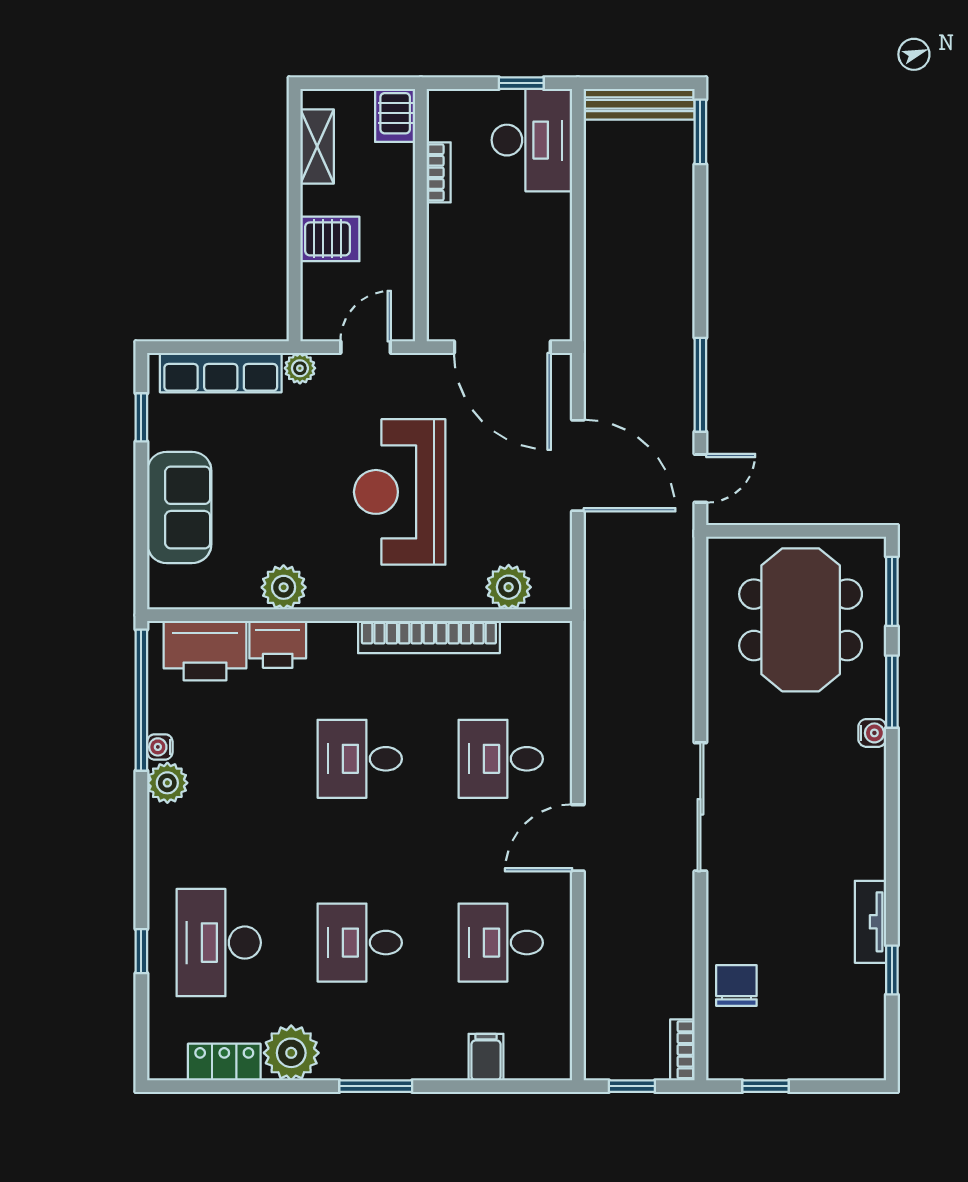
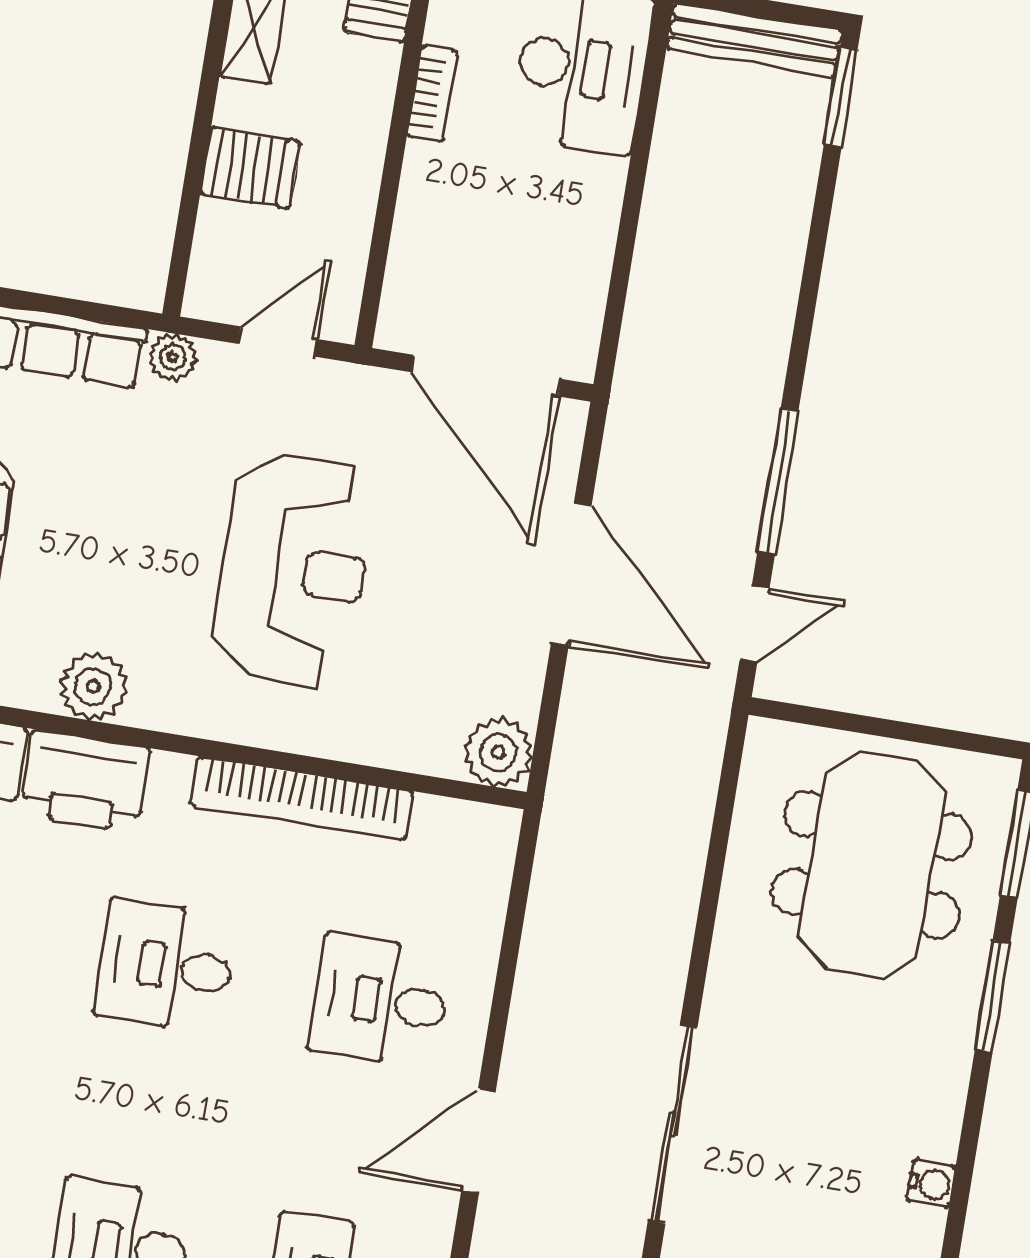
reception desk: (400, 492) -> (294, 570), turned 180
plant: (509, 587) -> (498, 752), moved
printer: (278, 644) -> (85, 781), width x1.37, depth x1.19
water cooler: (872, 733) -> (931, 1184), moved

